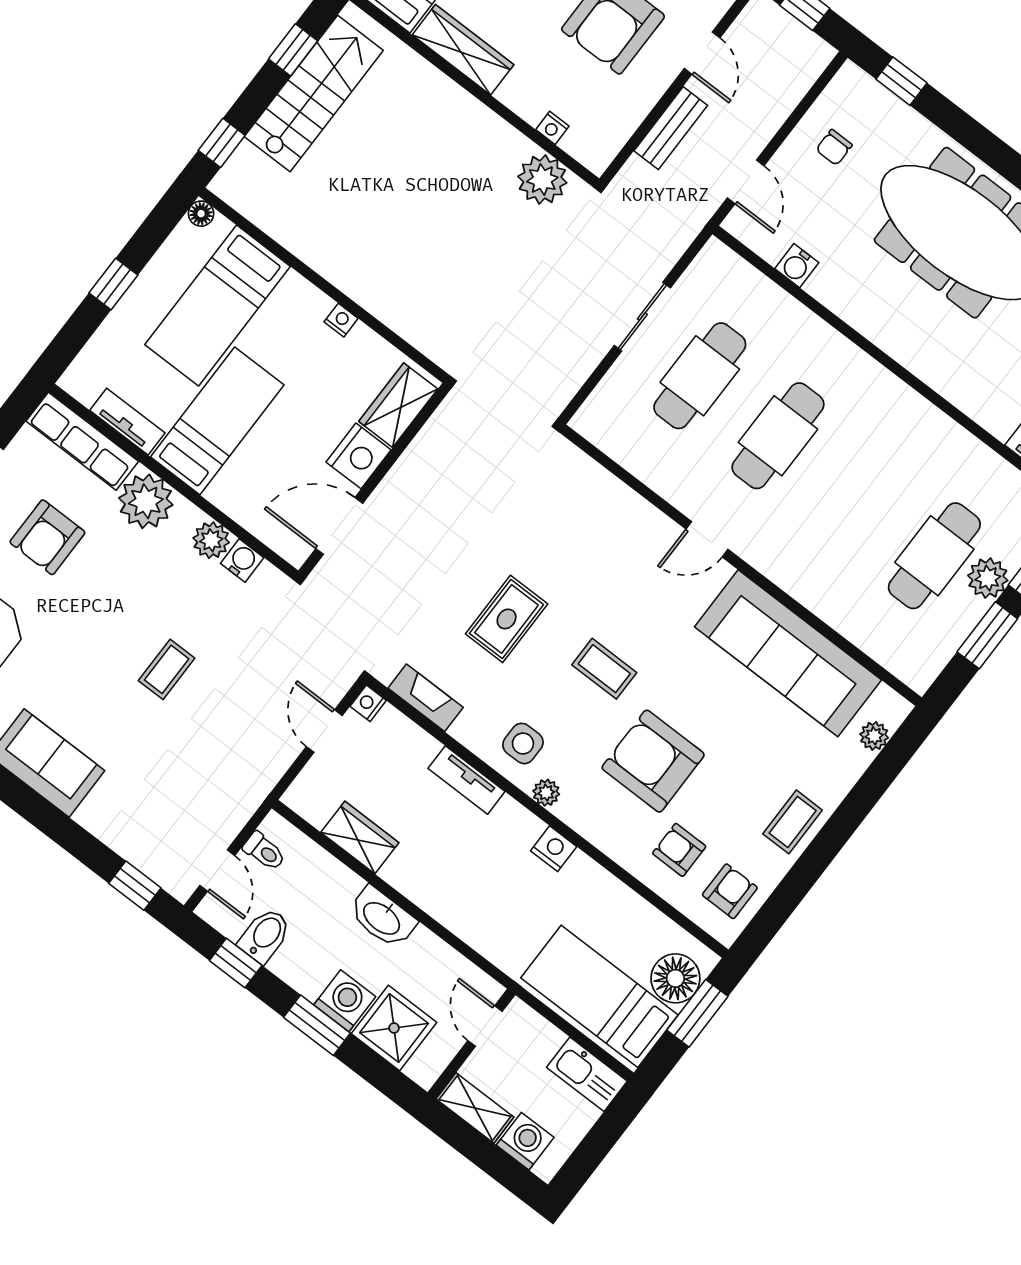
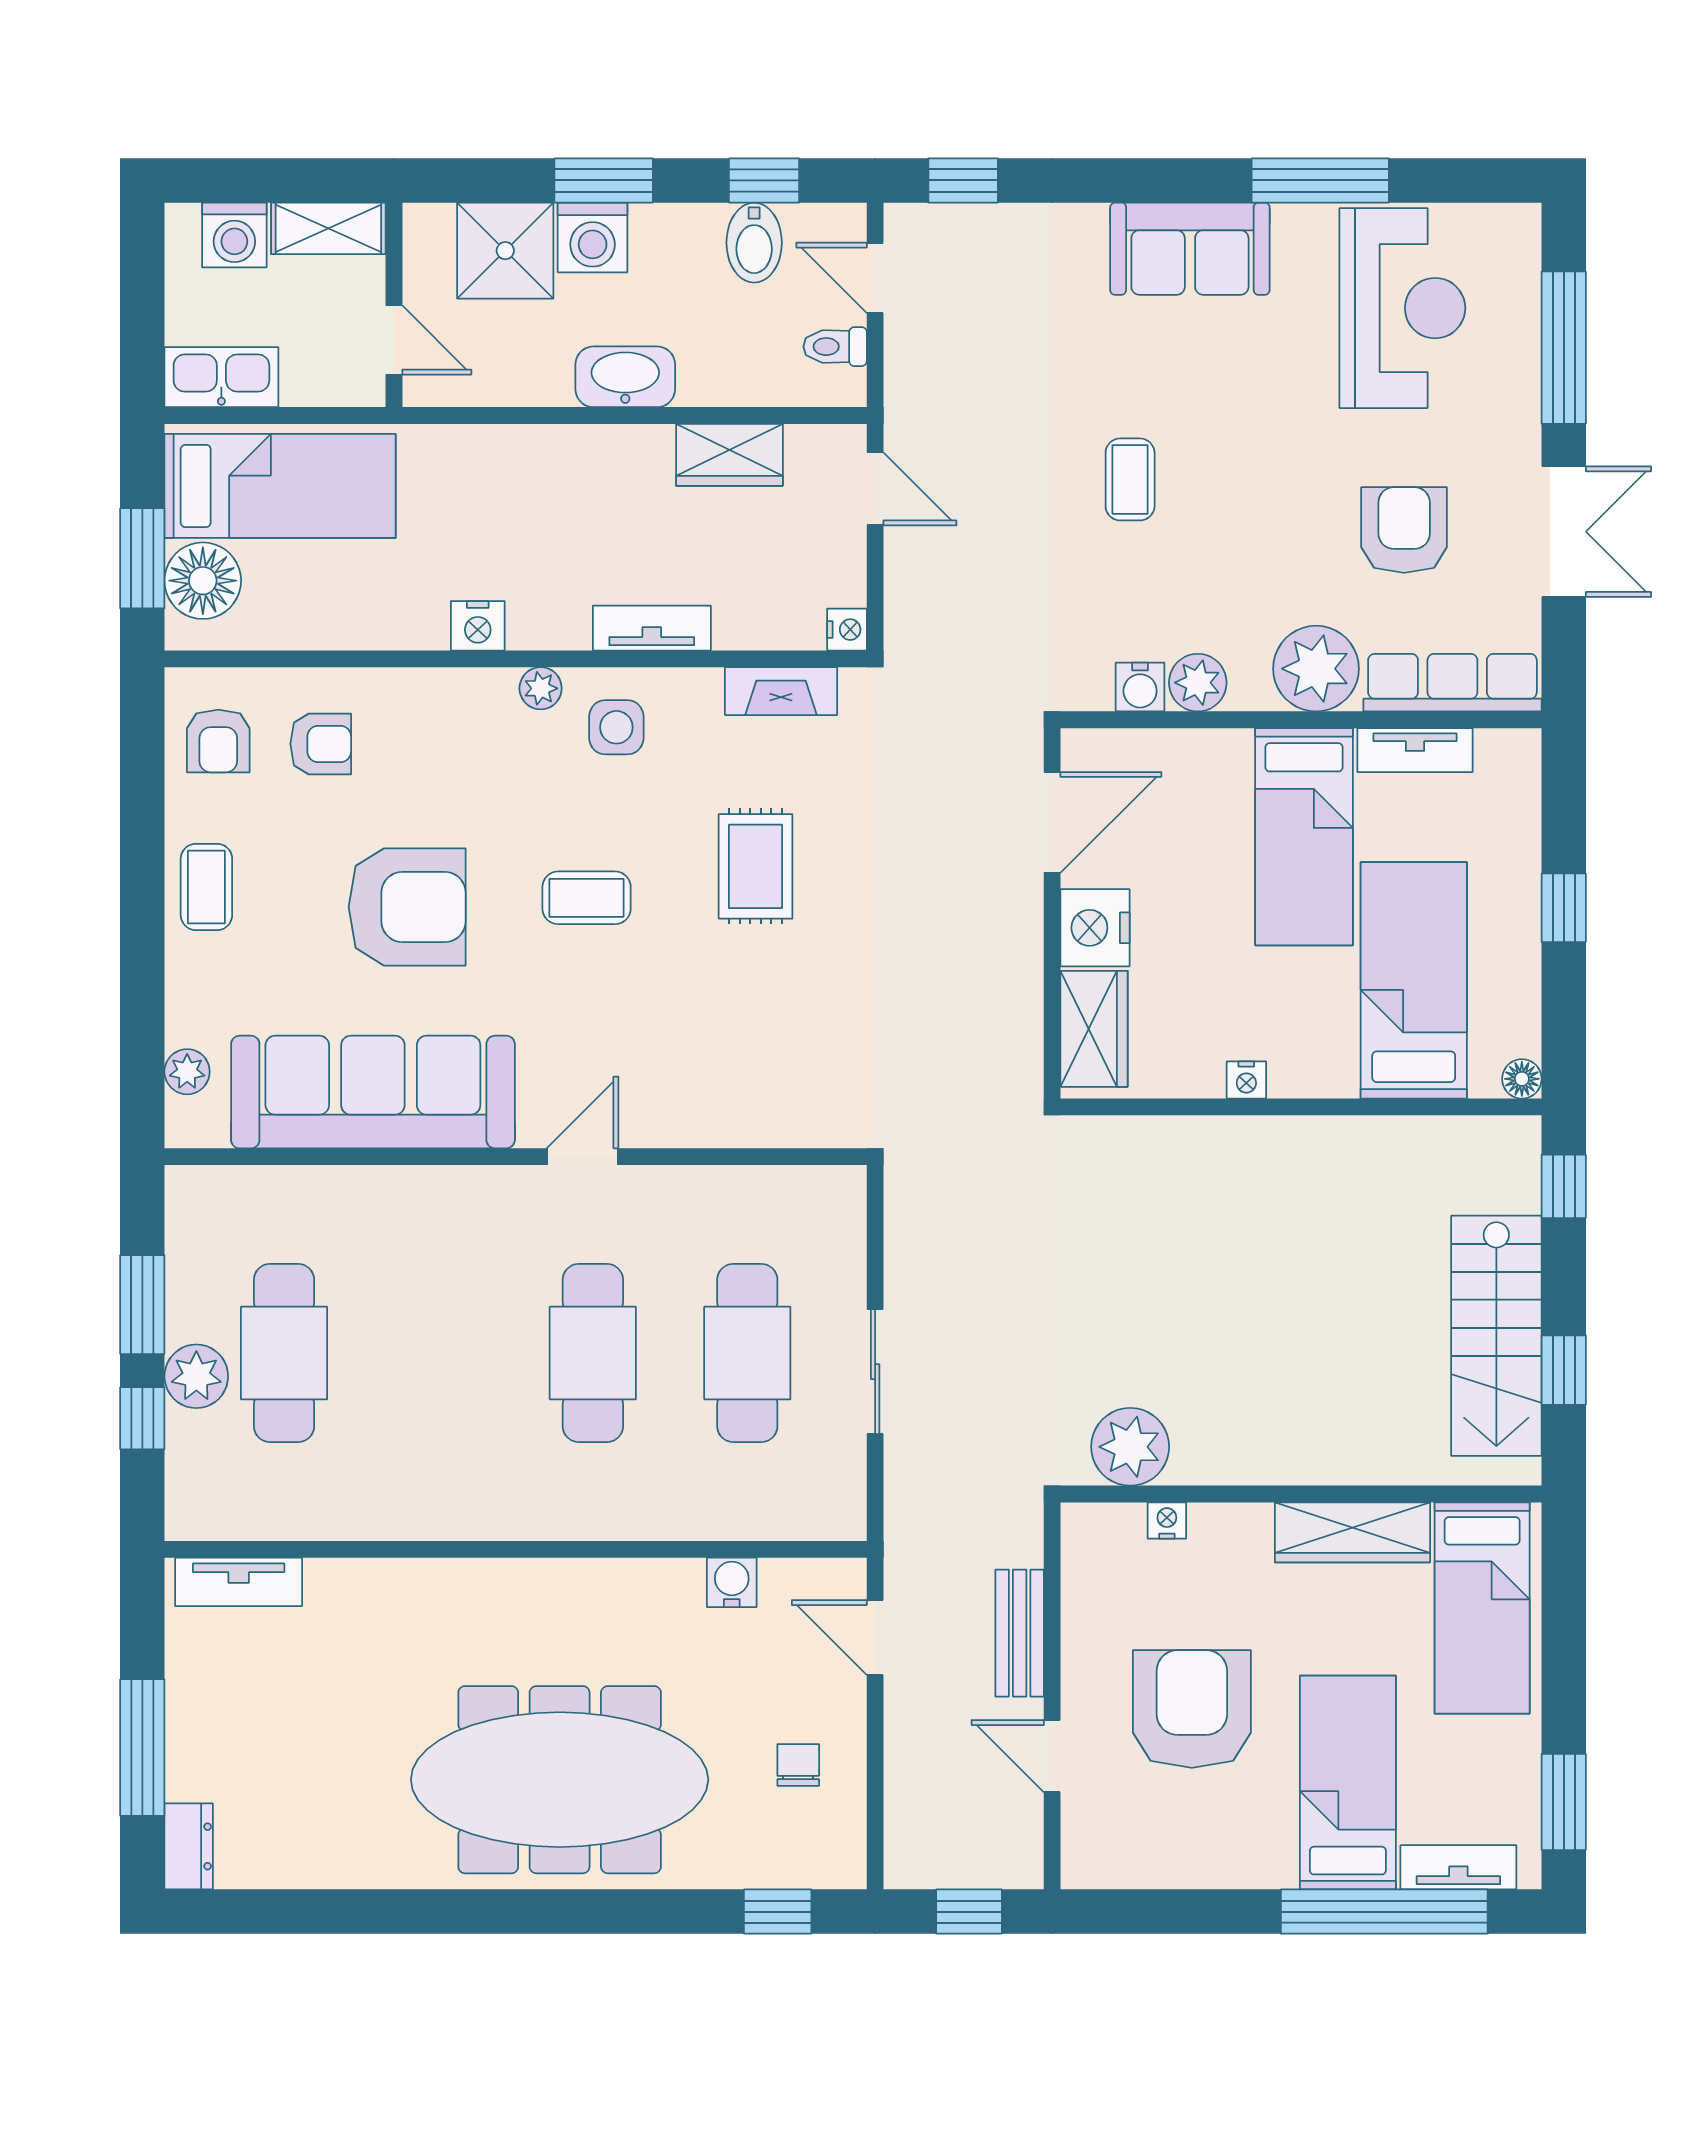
door: (324, 731) -> (875, 489), moved
armchair: (653, 761) -> (407, 907), moved

